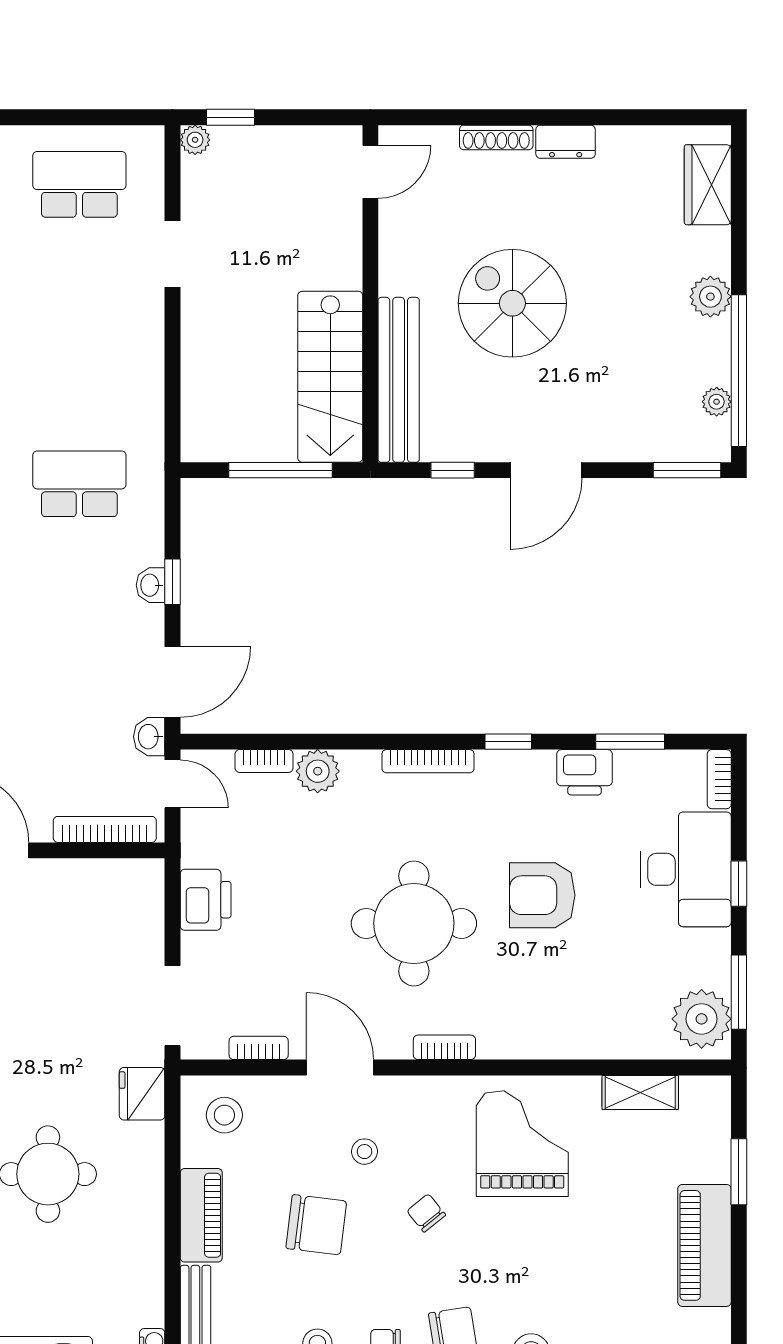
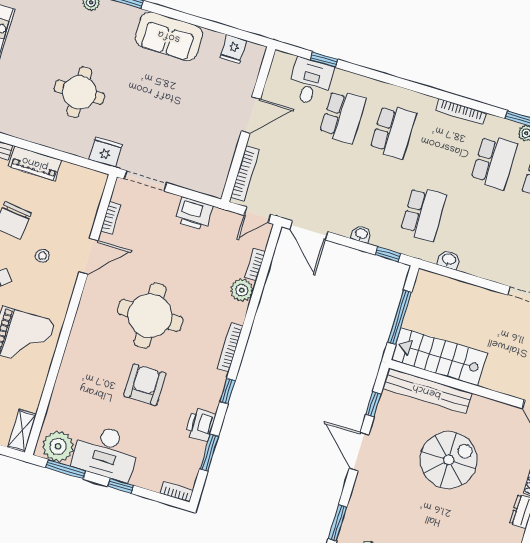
window: (173, 582) -> (388, 254), moved
washbasin: (149, 737) -> (449, 260), moved
desk: (686, 869) -> (106, 452), moved
bookcase: (444, 1047) -> (83, 312), removed
shelving: (640, 1092) -> (22, 431), moved
stool: (224, 1115) -> (82, 190), removed

